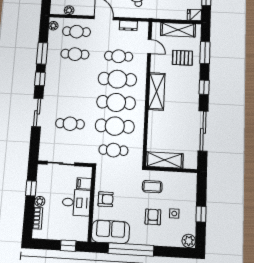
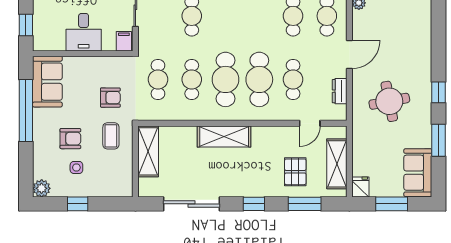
shelving: (157, 91) -> (224, 136), moved
cafe table: (115, 126) -> (192, 79), width x0.73, depth x0.74
filing cabinet: (84, 184) -> (124, 41), moved
armchair: (106, 199) -> (110, 98), moved, turned -90

